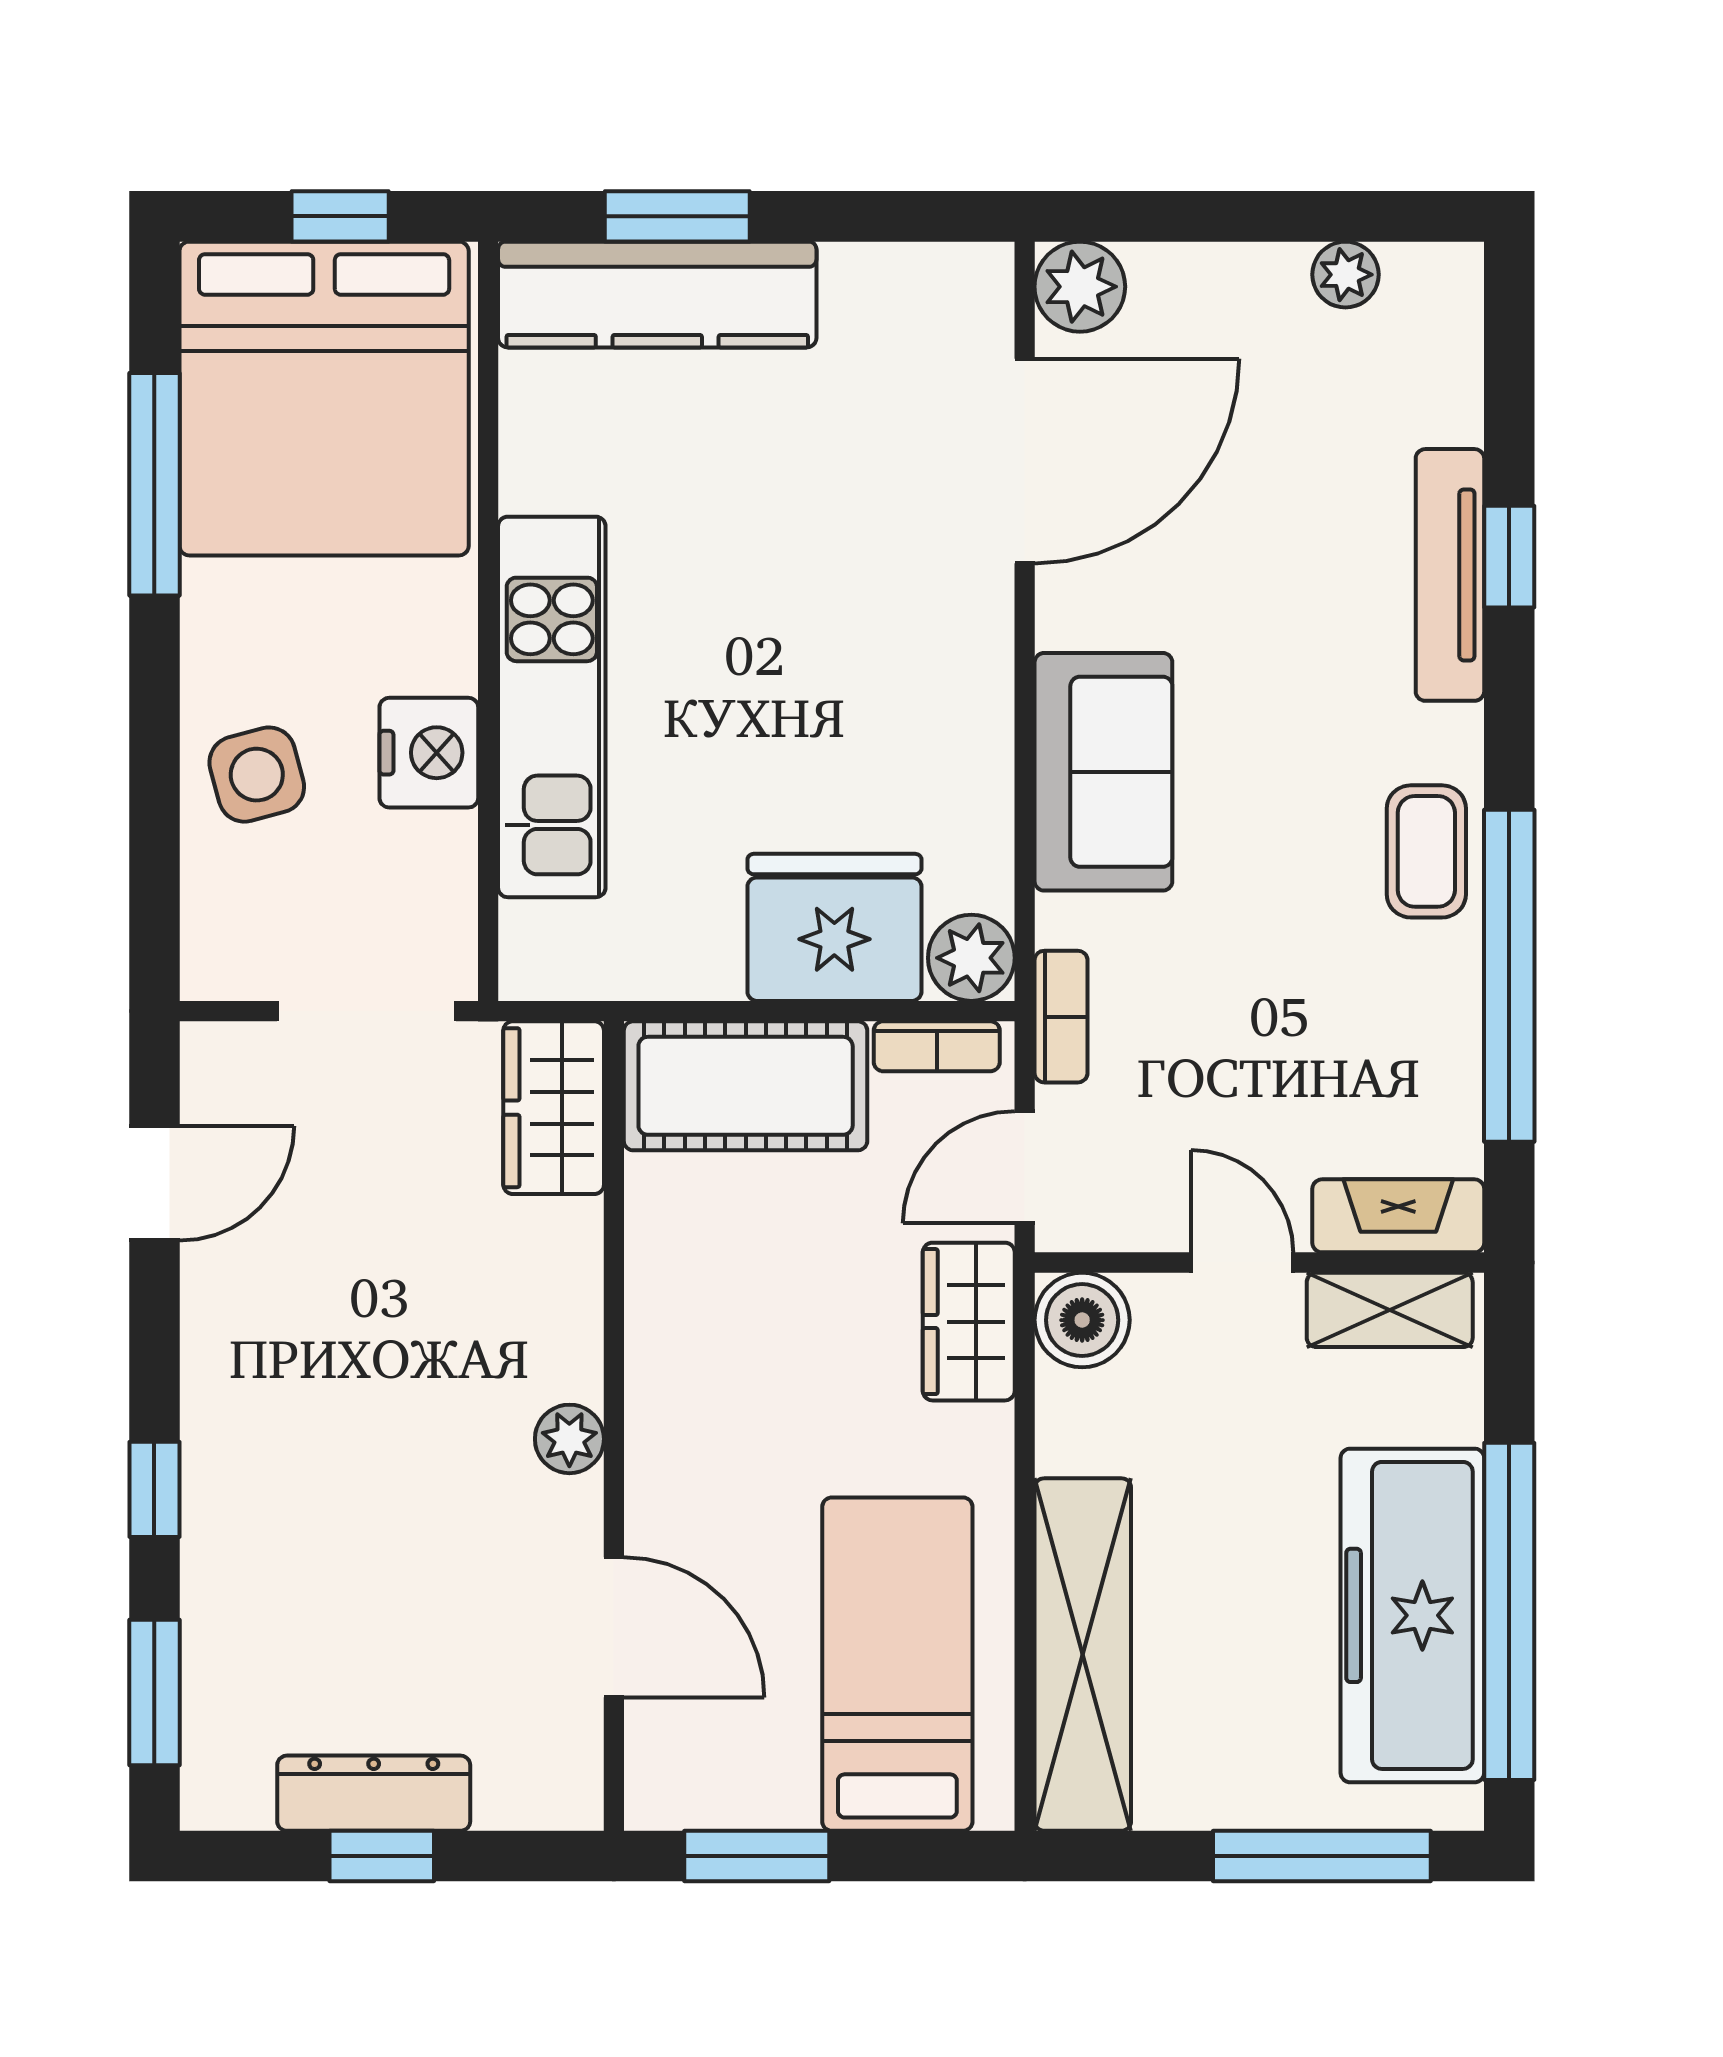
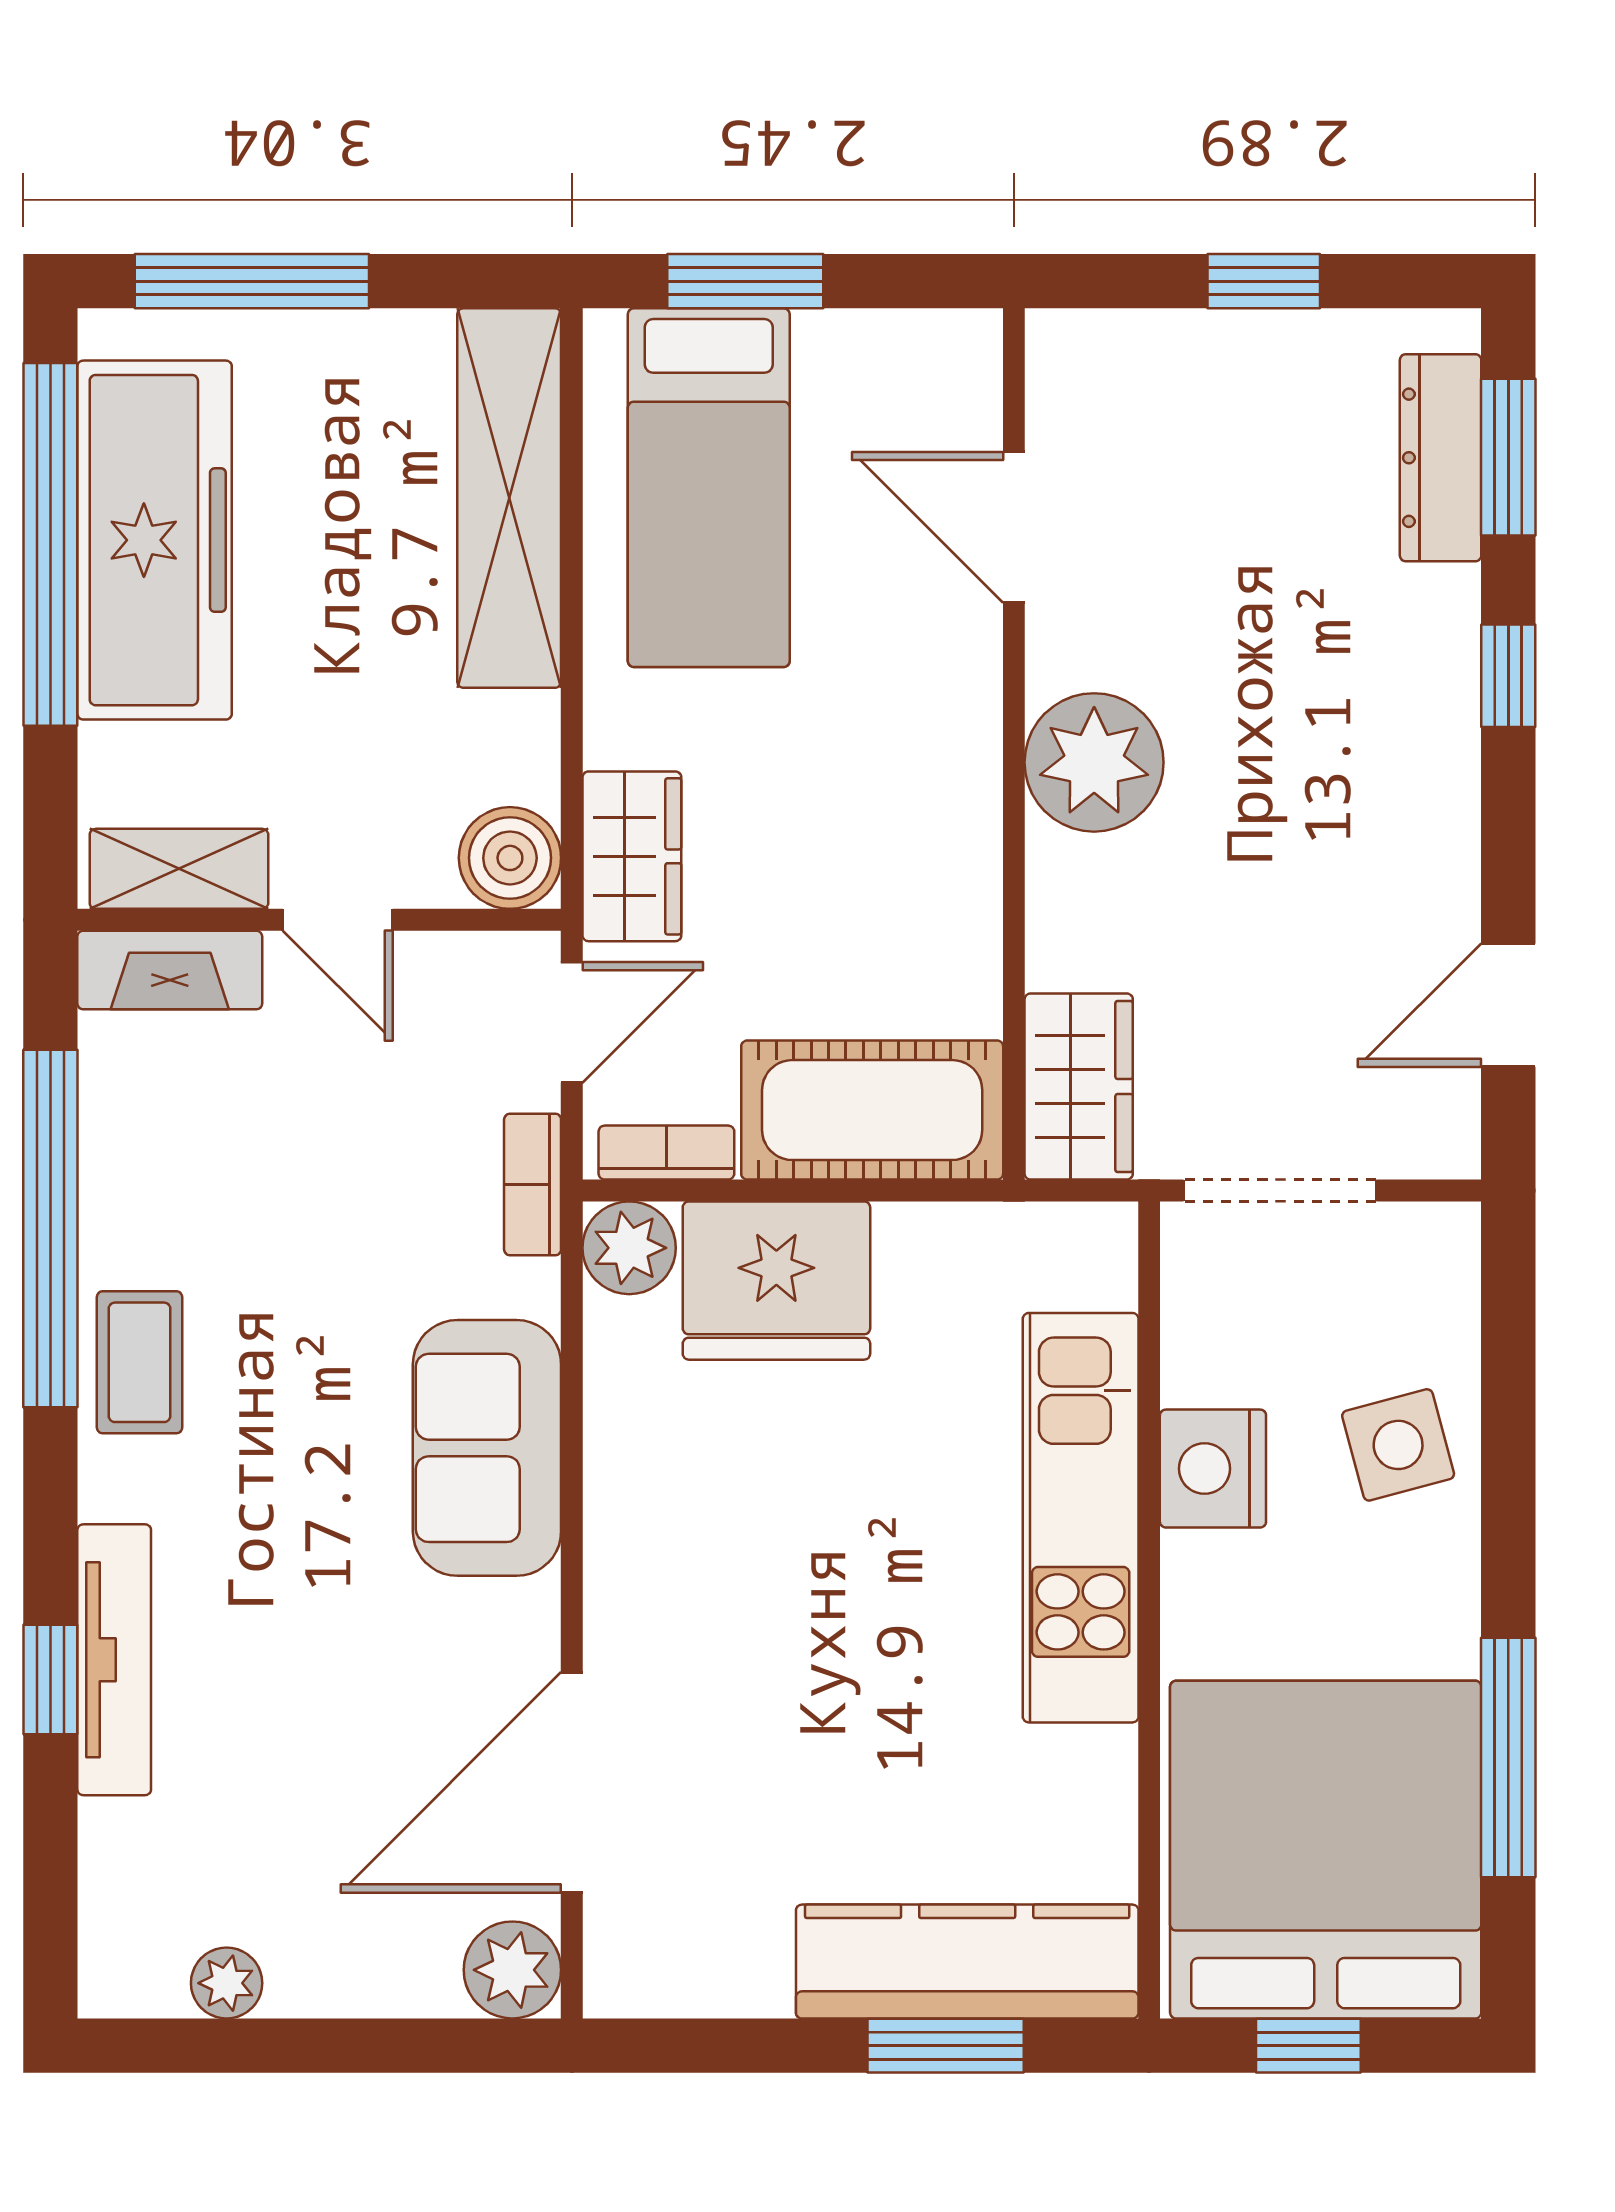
plant: (569, 1439) -> (1094, 762), width x1.88, depth x1.88
dresser: (374, 1793) -> (1441, 458), moved, turned 90
window: (757, 1856) -> (745, 281), moved

